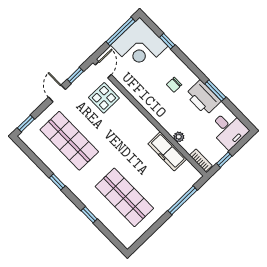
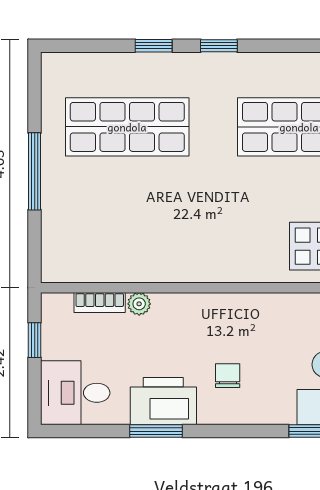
freezer: (167, 151) -> (134, 264), removed
bookcase: (201, 160) -> (100, 302), moved
window: (57, 182) -> (219, 46), moved
window: (182, 200) -> (35, 171), moved

